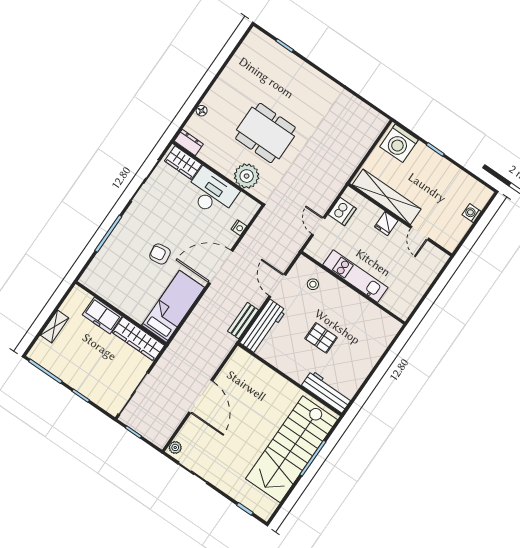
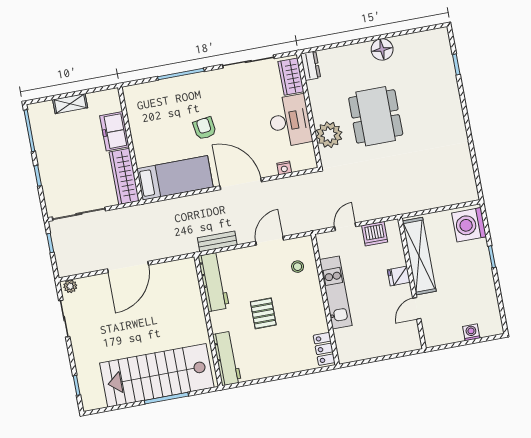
floor lamp: (202, 111) -> (382, 49), moved, width x1.89, depth x1.89
locker: (385, 321) -> (324, 349), added
workbench: (263, 327) -> (214, 282), moved, turned -90

